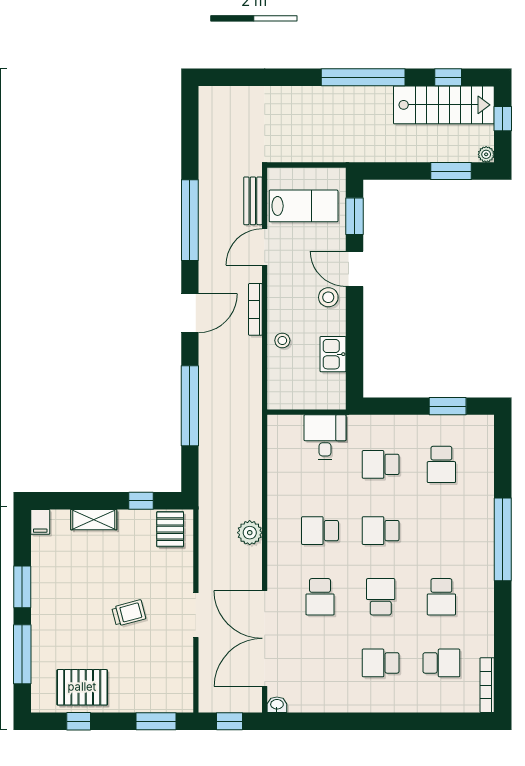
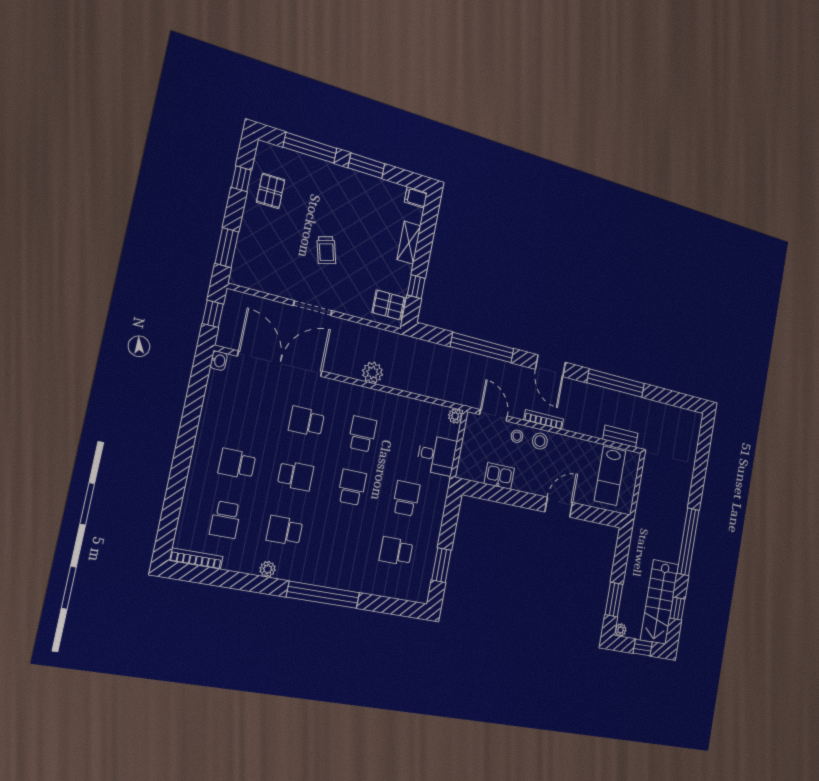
window: (354, 216) -> (596, 515), removed
door: (265, 247) -> (494, 415), moved
stool: (328, 297) -> (540, 441), moved
plant: (276, 424) -> (455, 416), added
plant: (485, 607) -> (268, 569), added
school desk: (381, 663) -> (237, 464), turned -90
pallet: (82, 687) -> (271, 191), width x0.67, depth x0.71

